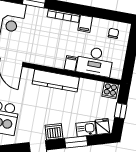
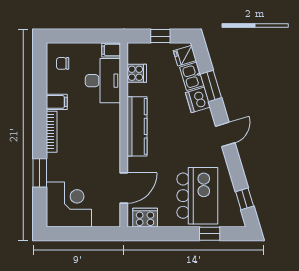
filing cabinet: (71, 63) -> (111, 50), moved
cooker: (110, 90) -> (137, 73), moved
dishwasher: (54, 132) -> (198, 100), moved

